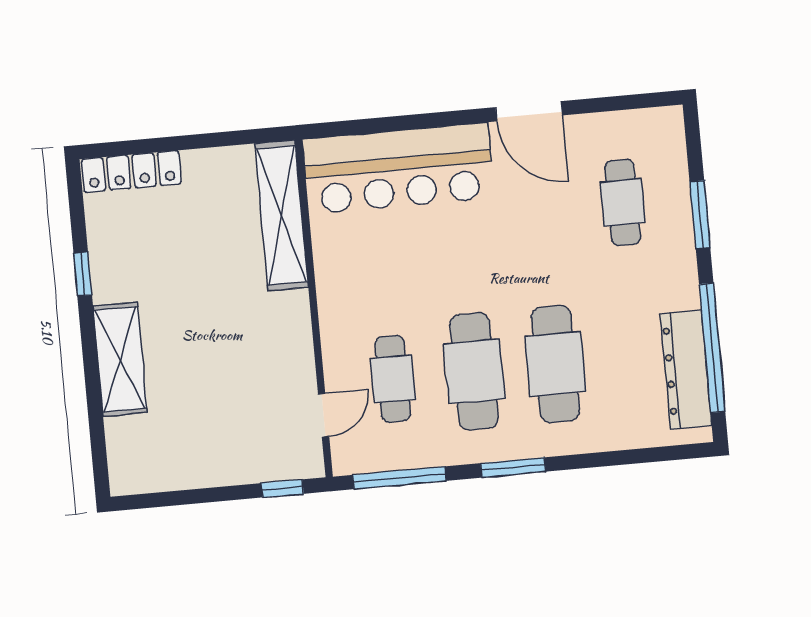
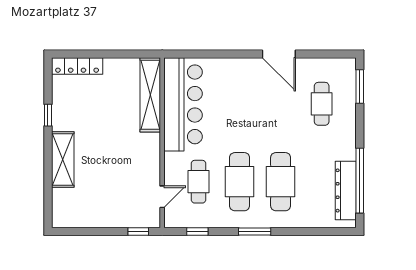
bar counter: (398, 168) -> (183, 104), moved, turned -90
window: (700, 215) -> (360, 86), moved
window: (399, 478) -> (197, 232), width x0.46

